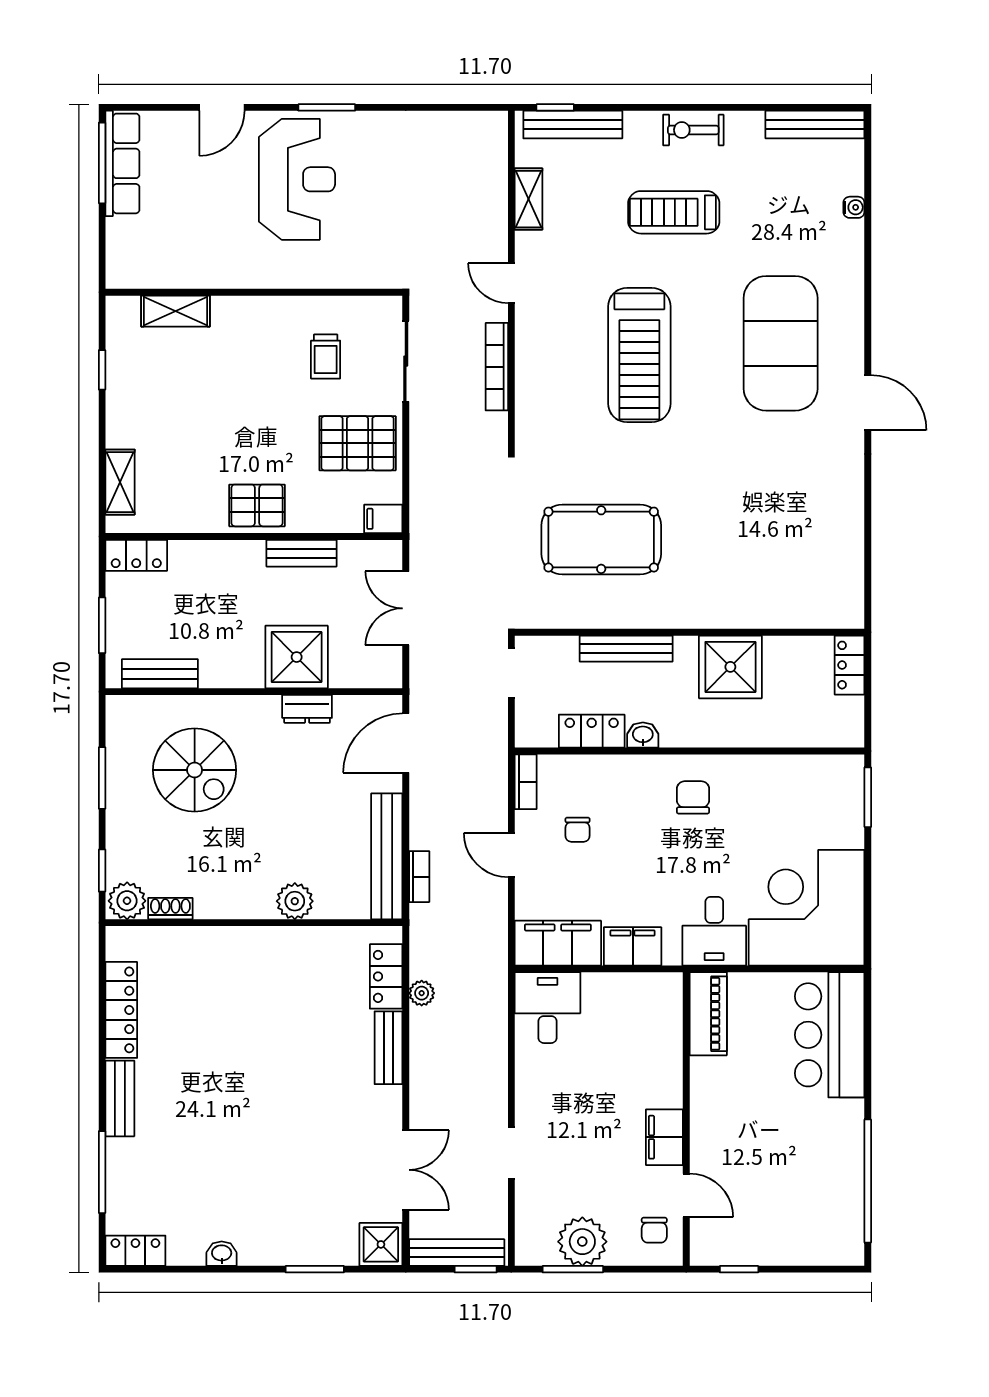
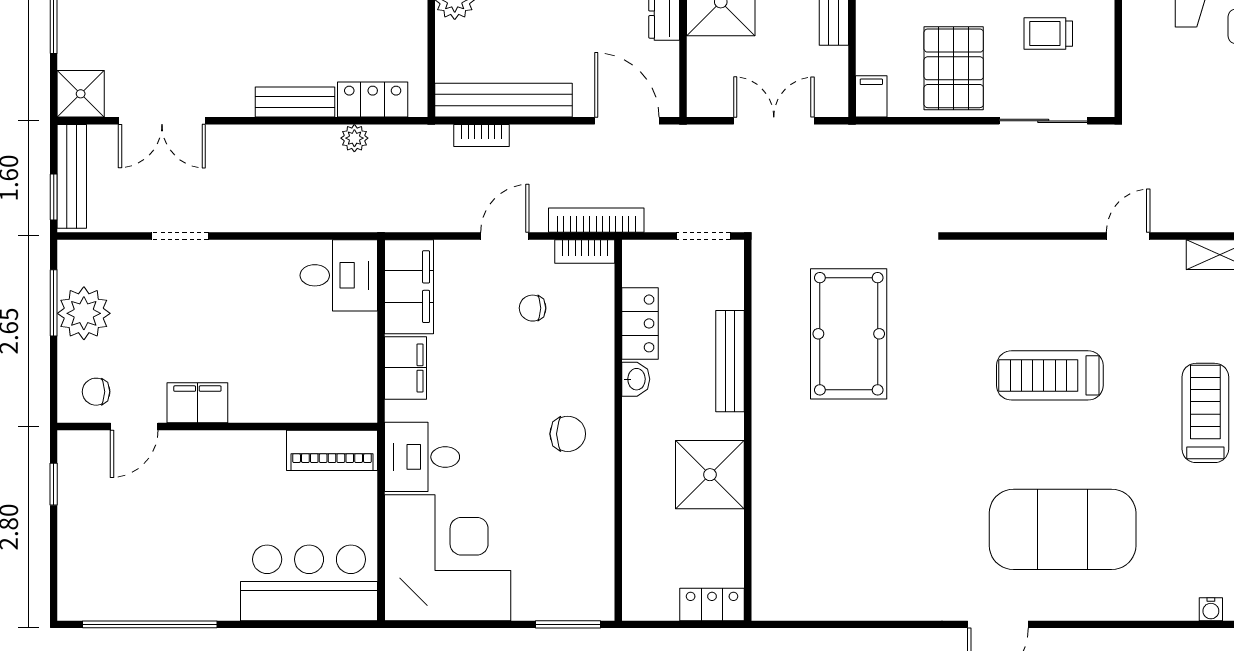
treadmill: (639, 355) -> (1050, 375), width x0.73, depth x0.73
bookcase: (497, 367) -> (596, 220), moved

